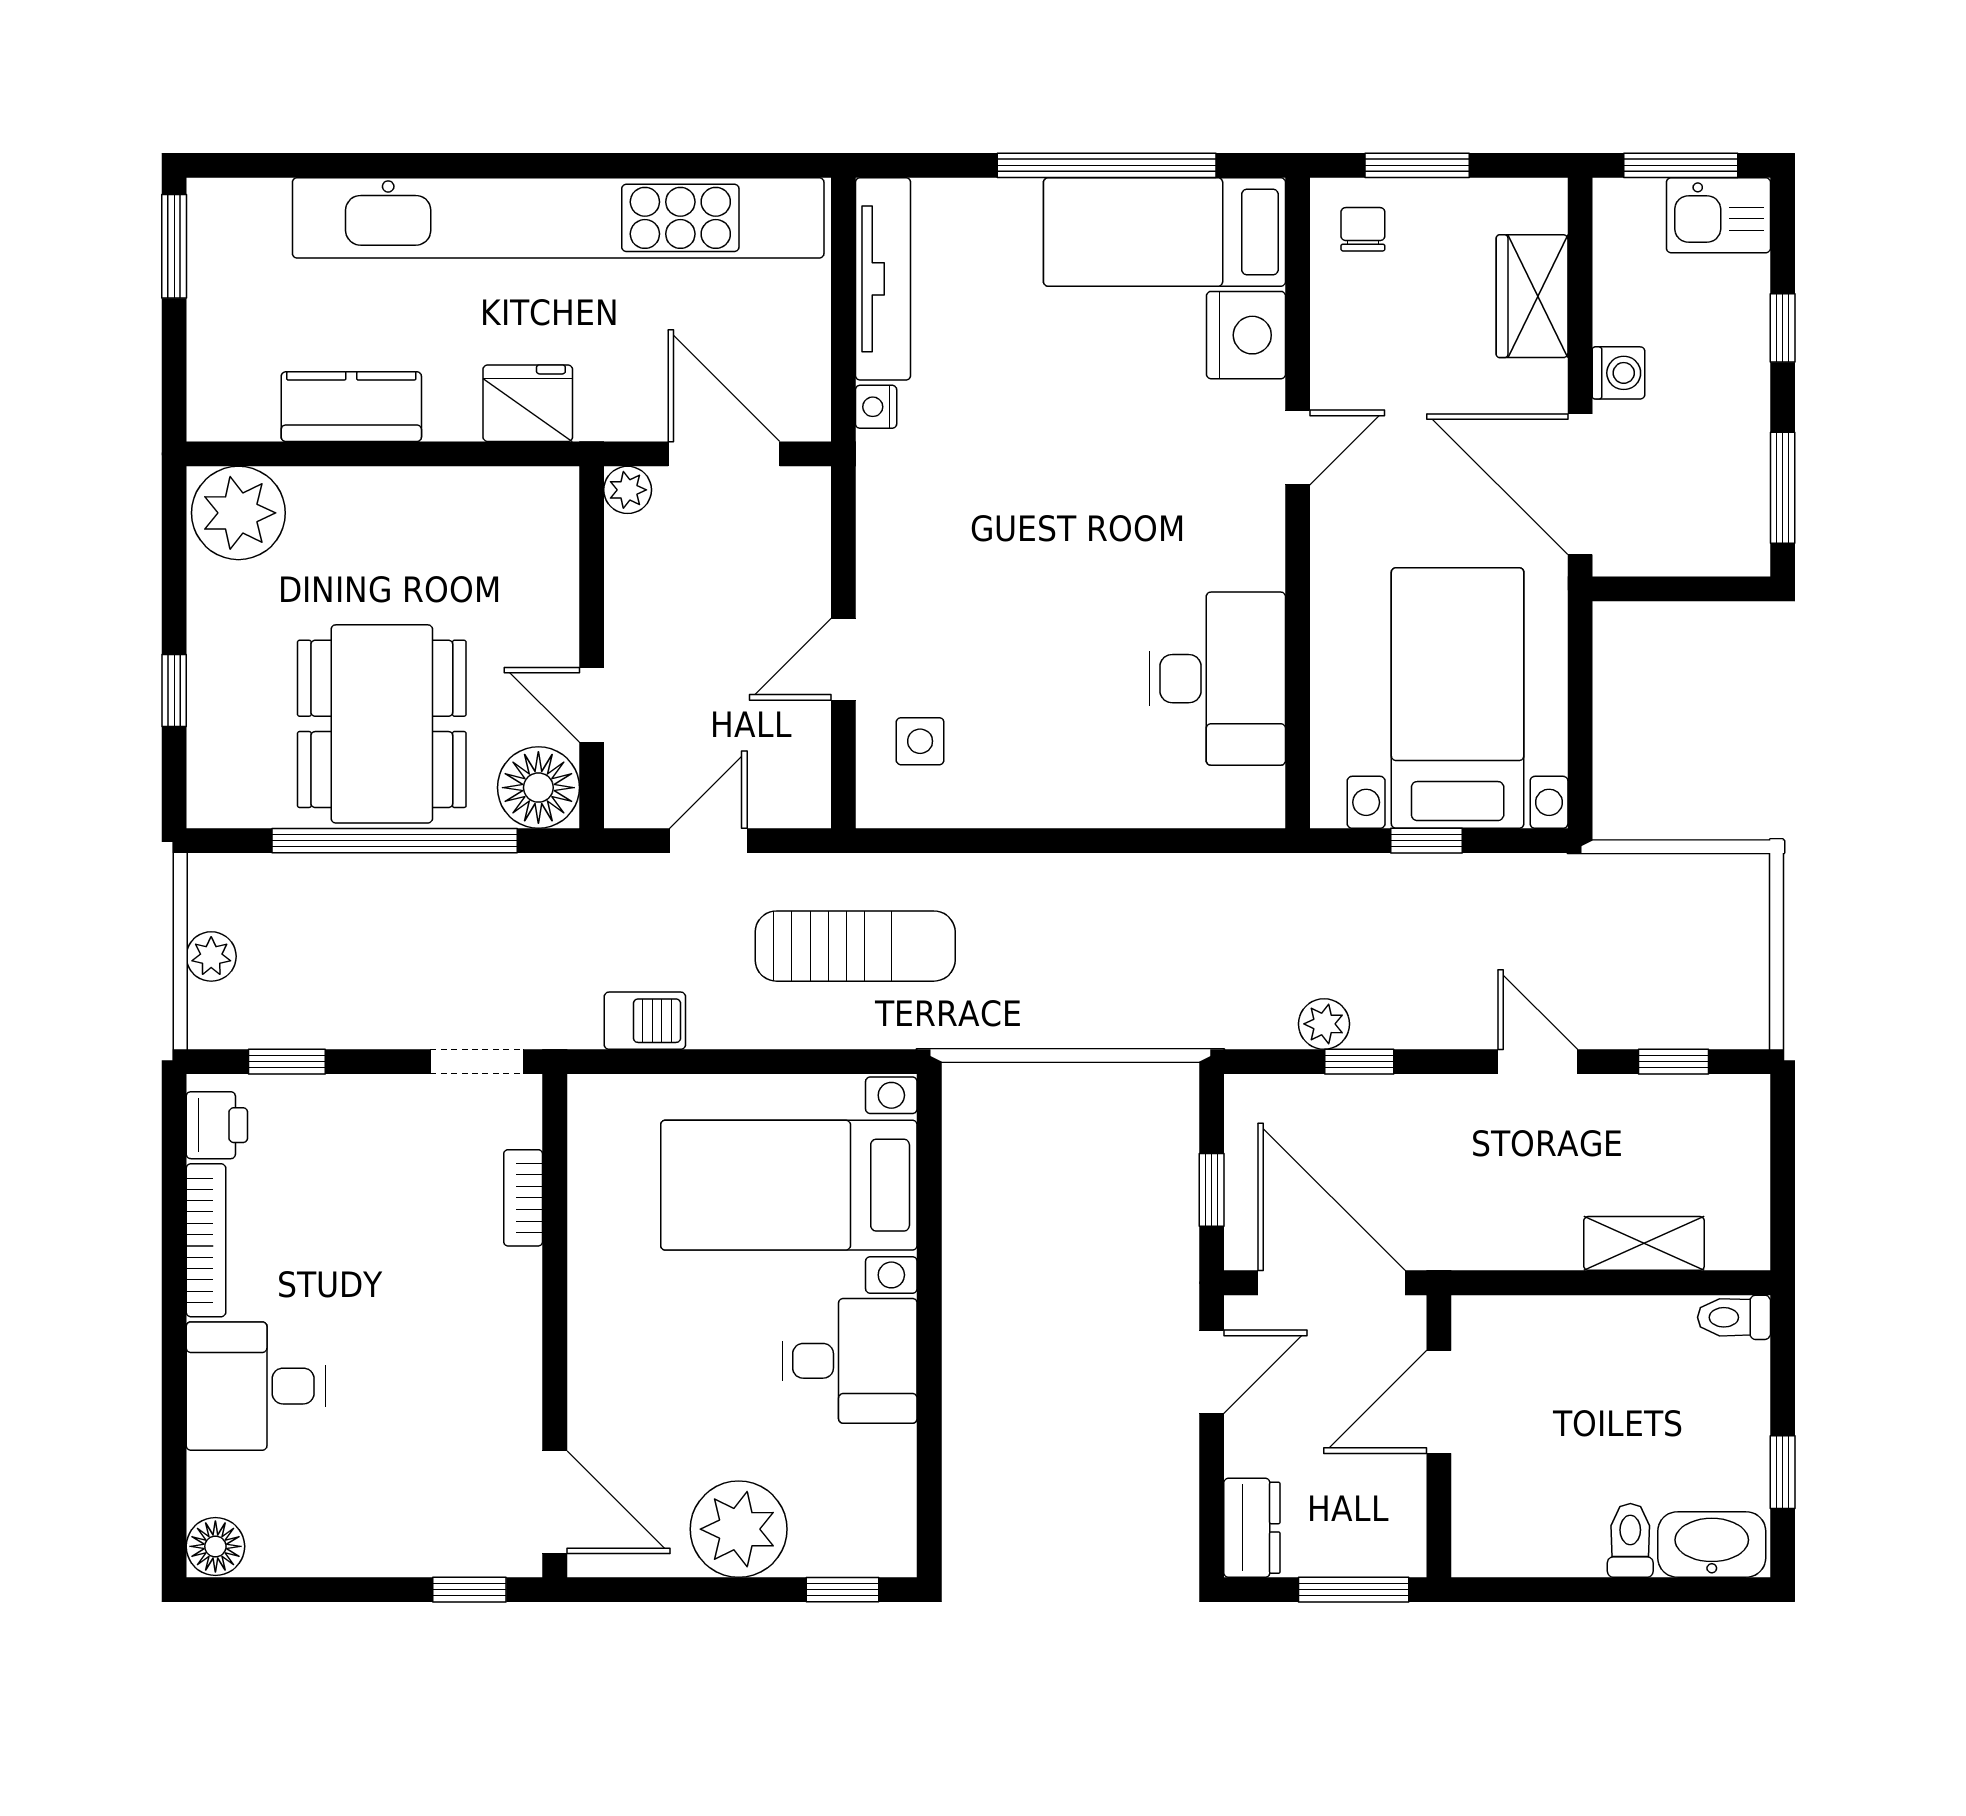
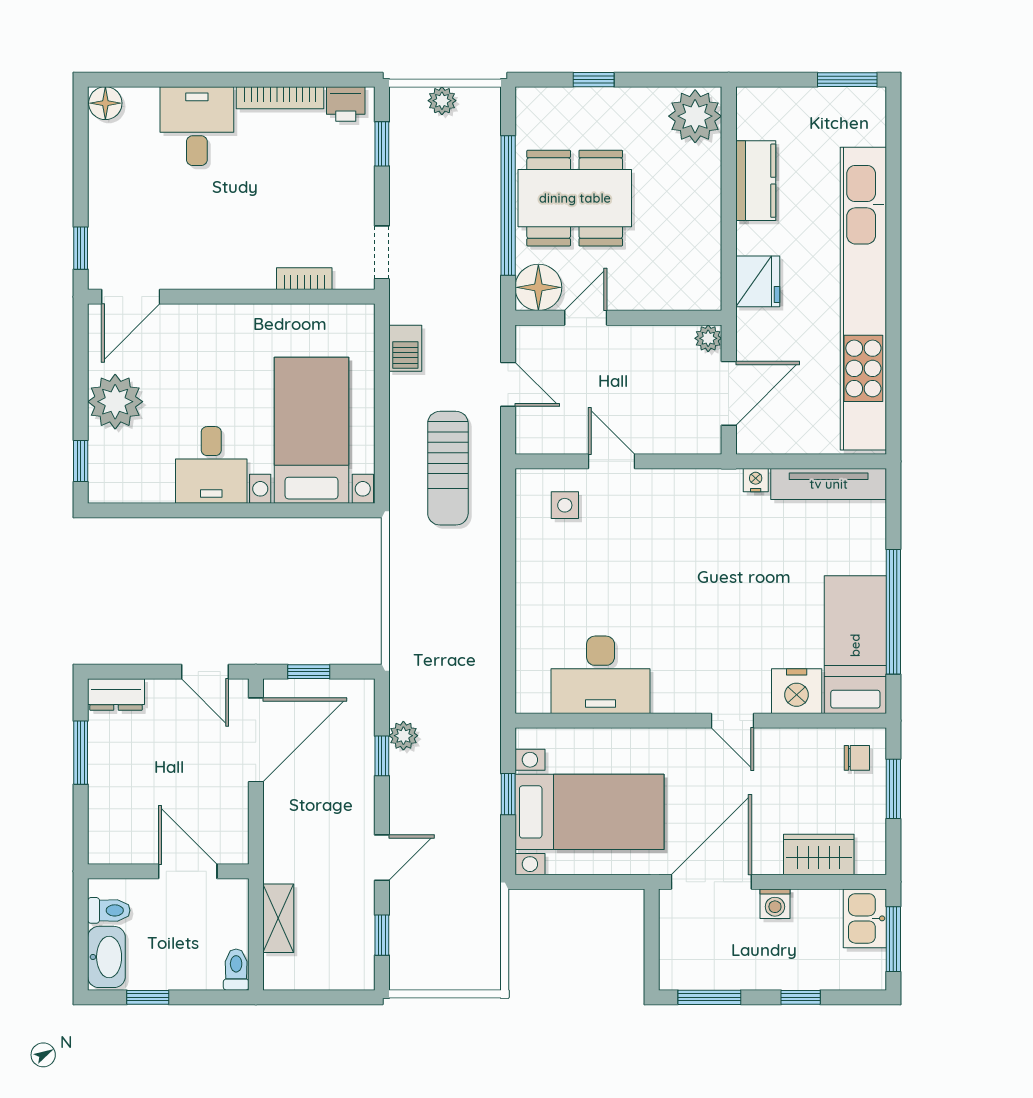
kitchen sink: (1718, 215) -> (865, 918), moved
door: (1439, 1402) -> (188, 871), moved
wall: (1439, 1436) -> (168, 871), moved

